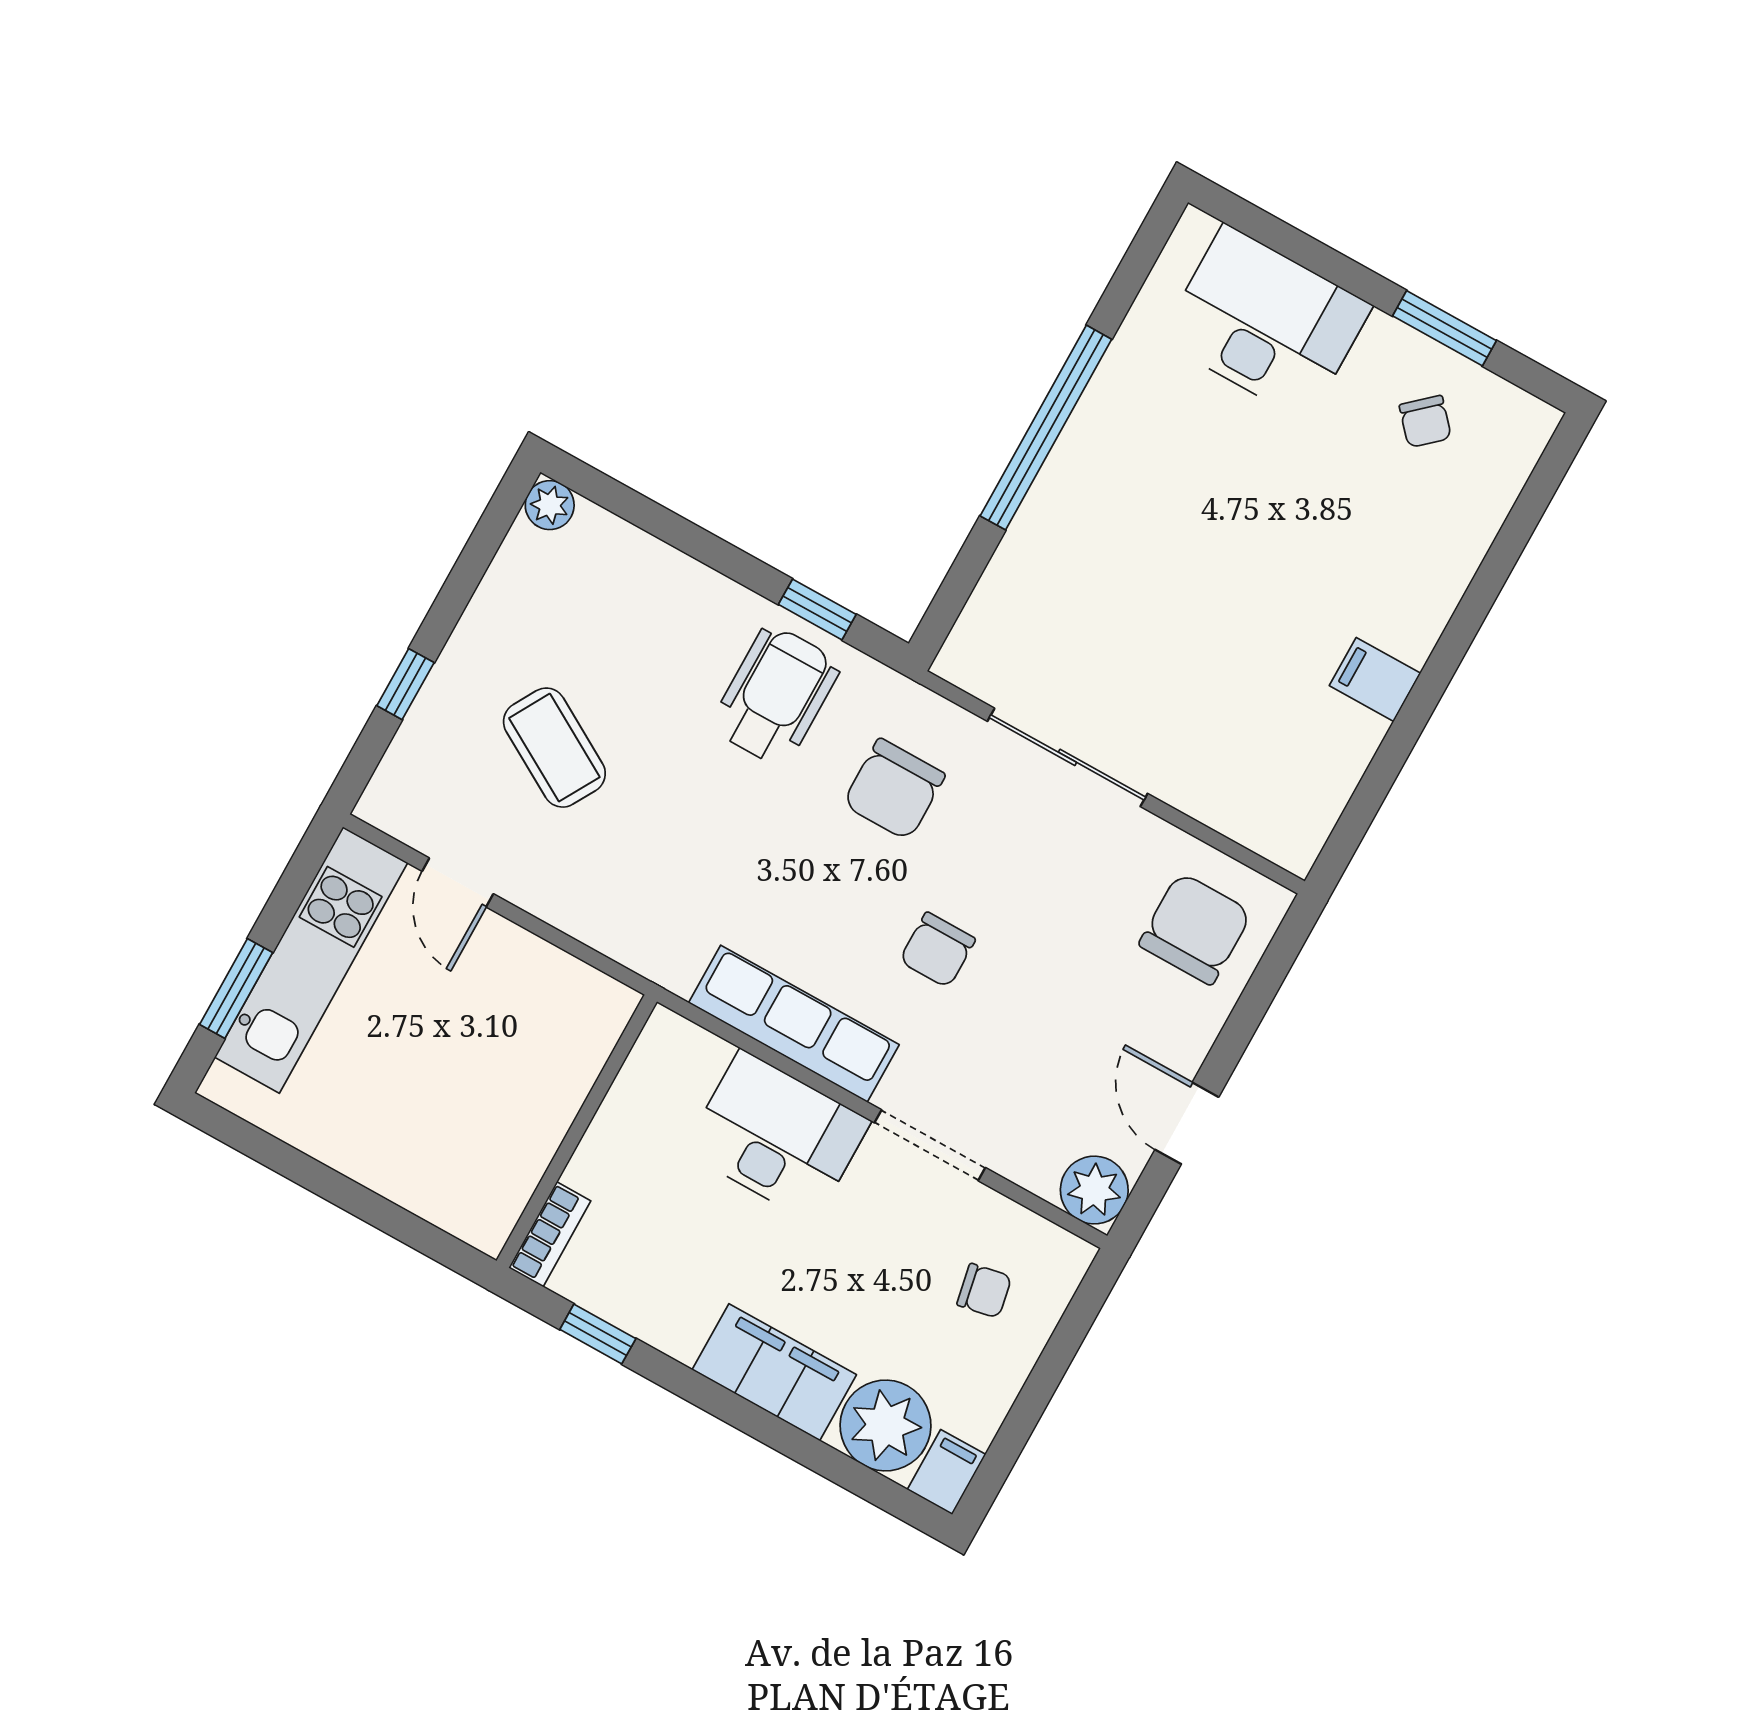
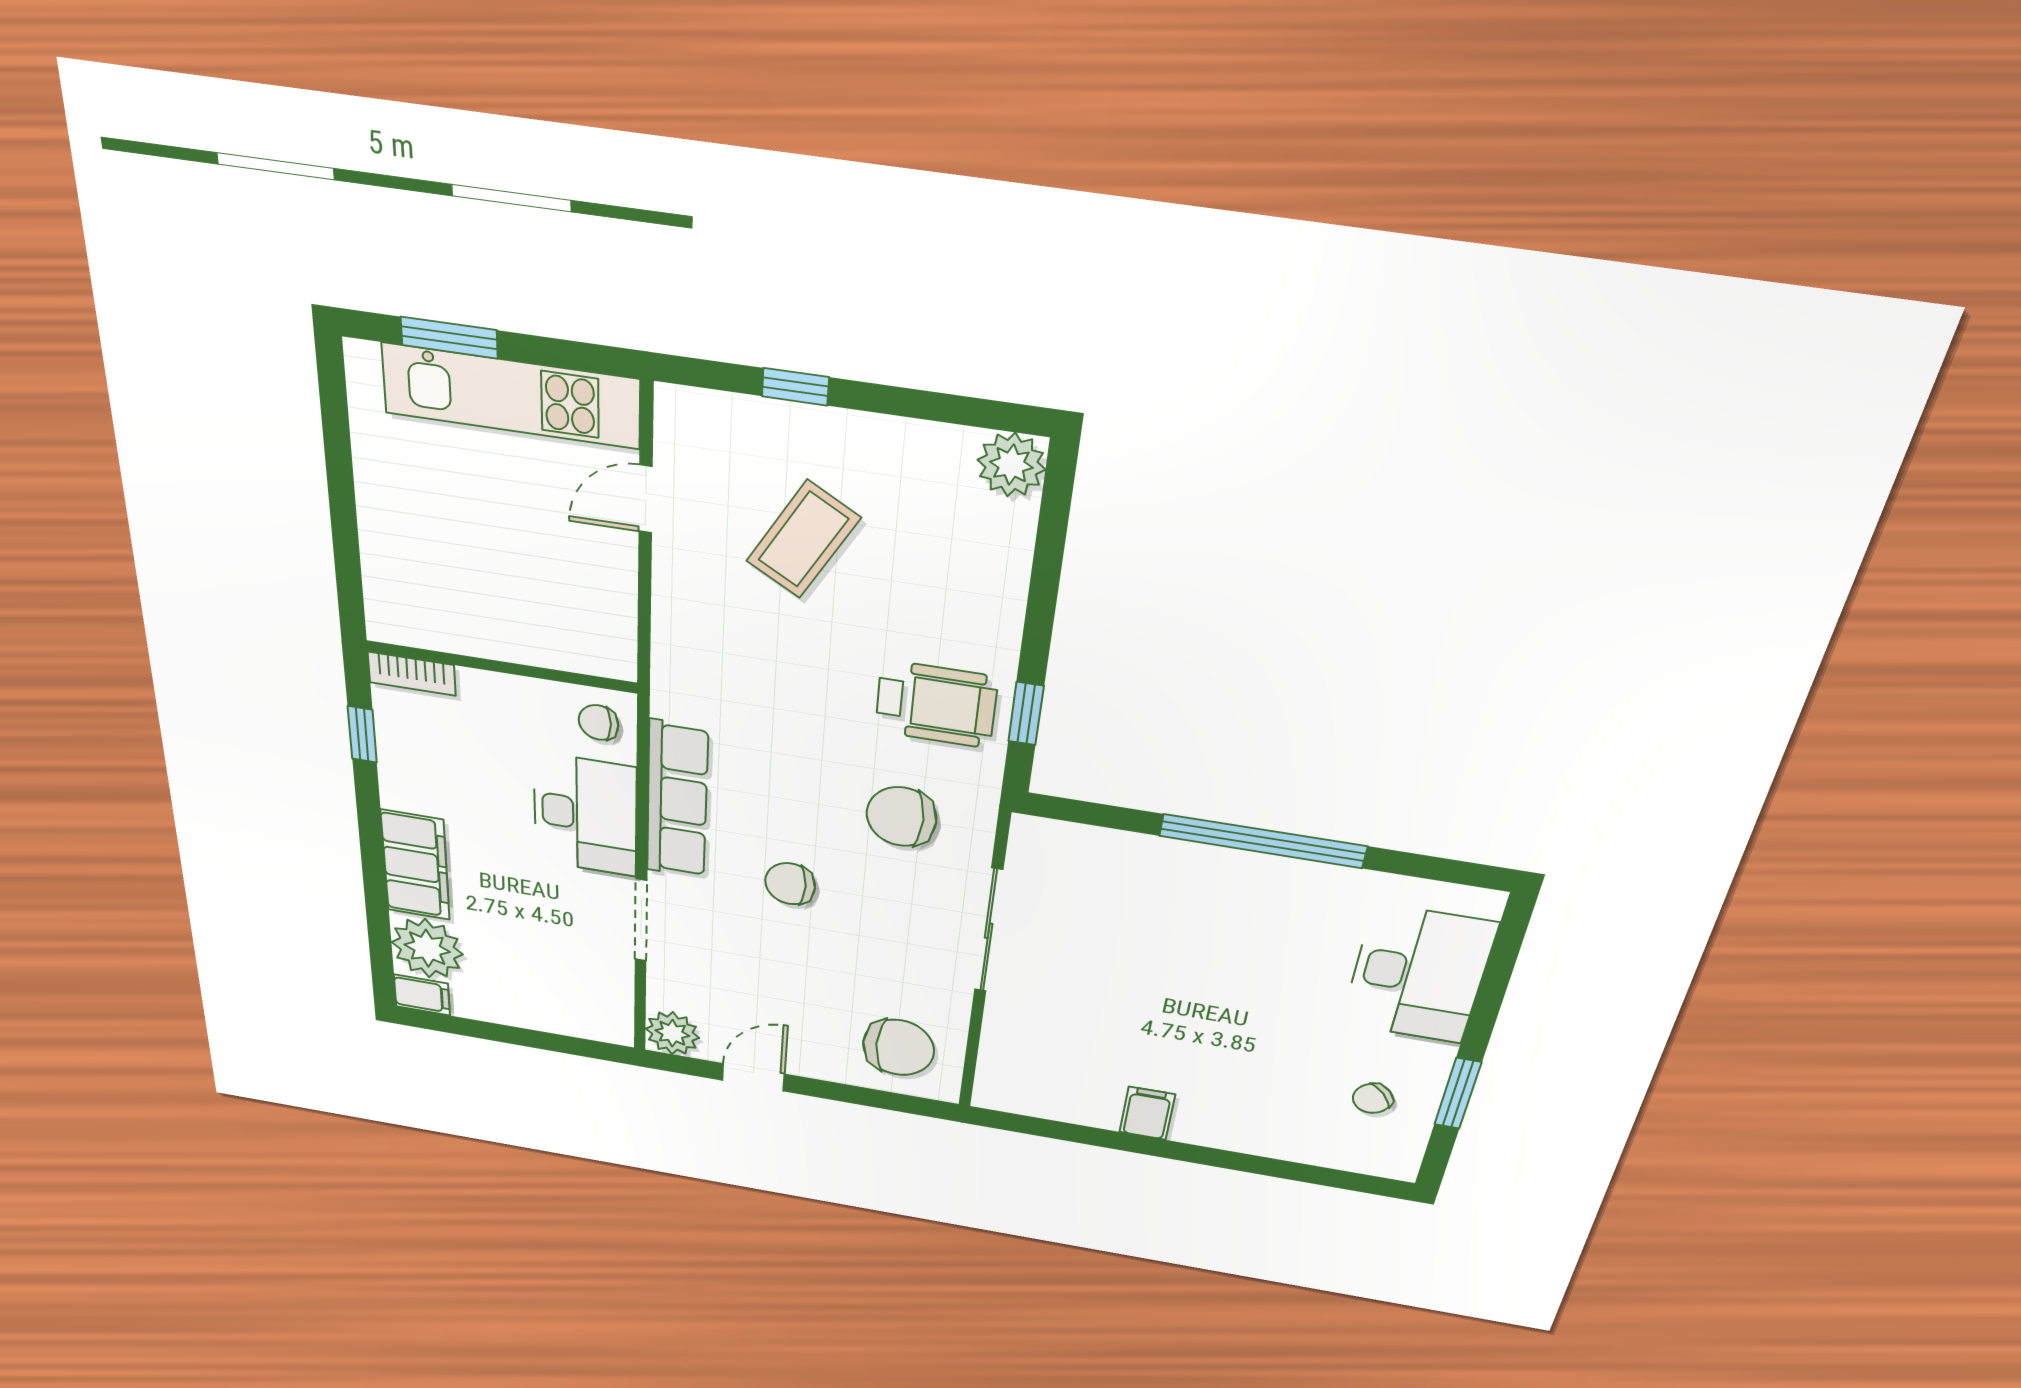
plant: (550, 505) -> (1011, 465), width x1.38, depth x1.38
chair: (984, 1291) -> (599, 723), moved, turned 101

